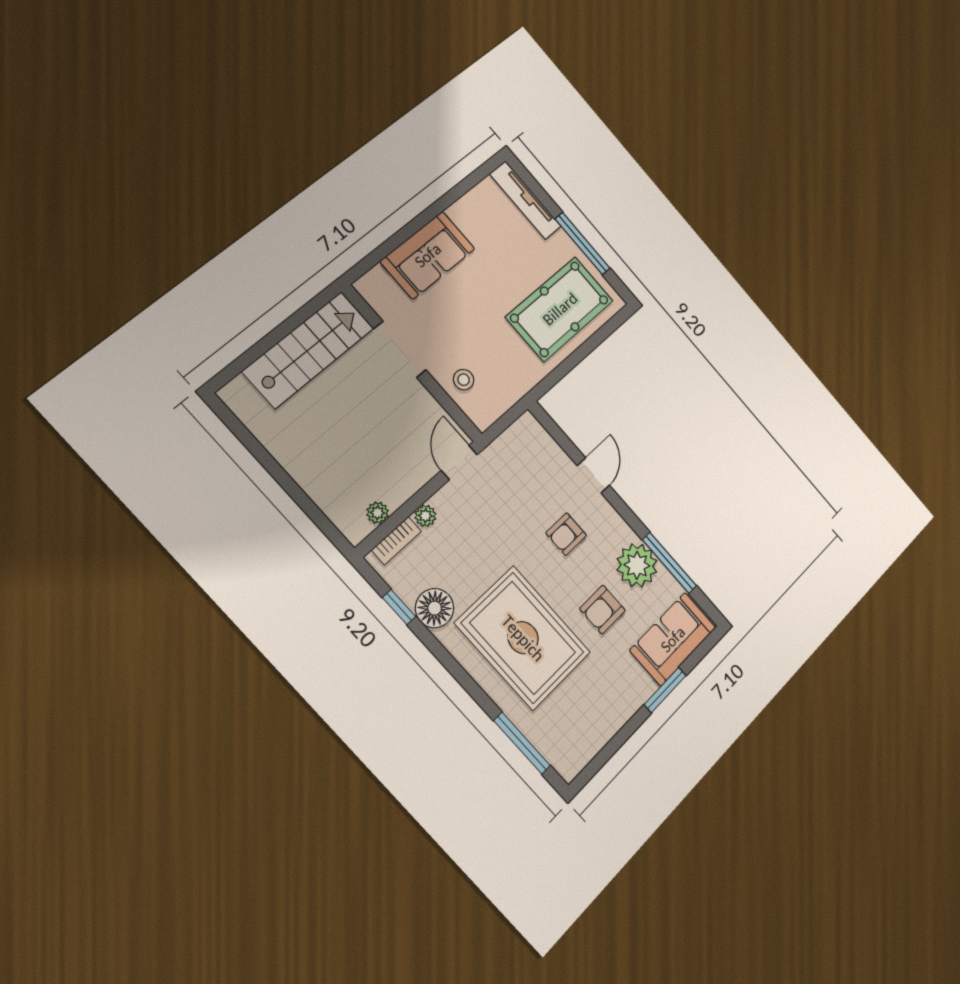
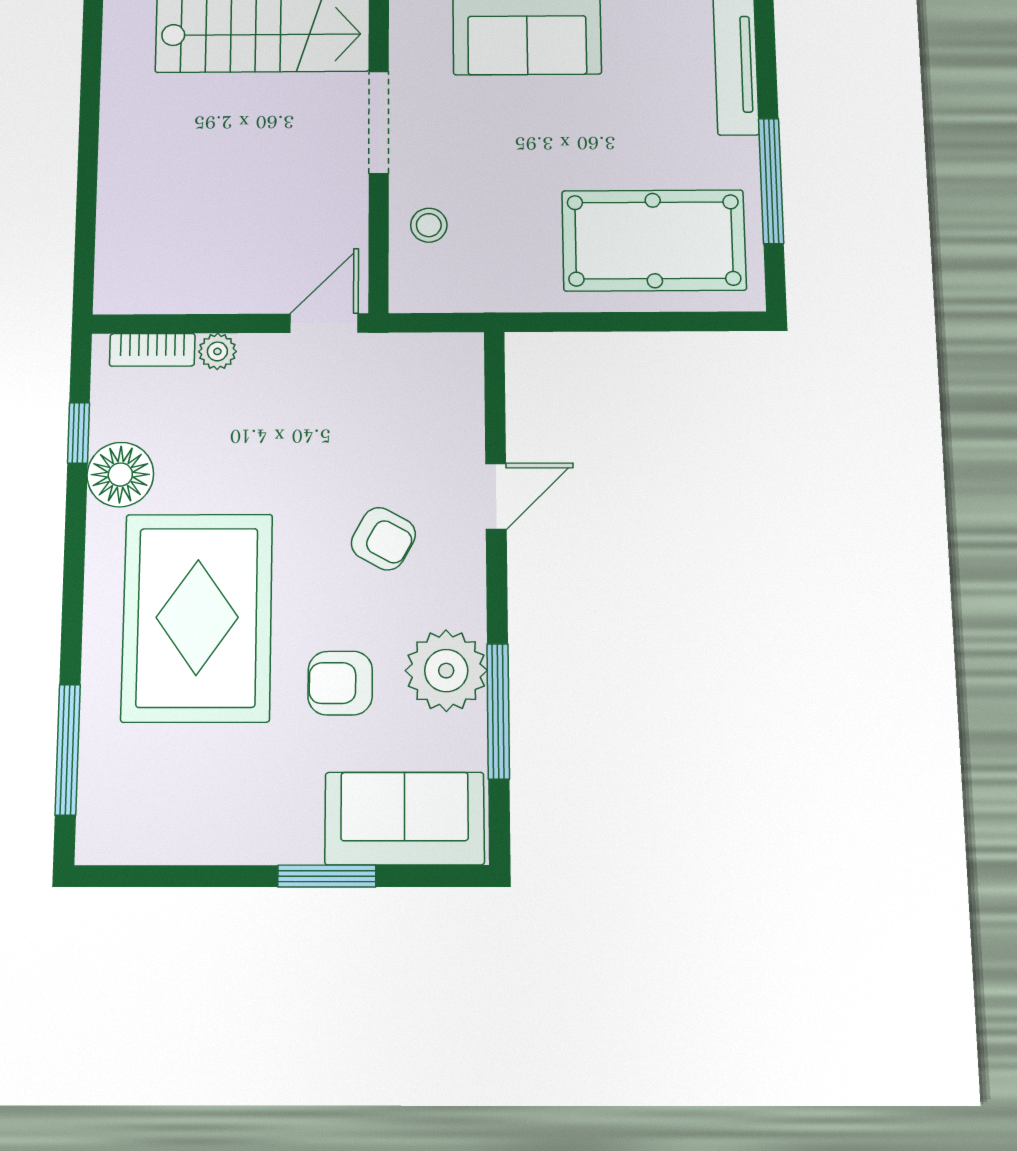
plant: (378, 513) -> (161, 296), removed
armchair: (566, 534) -> (383, 539), turned -151

